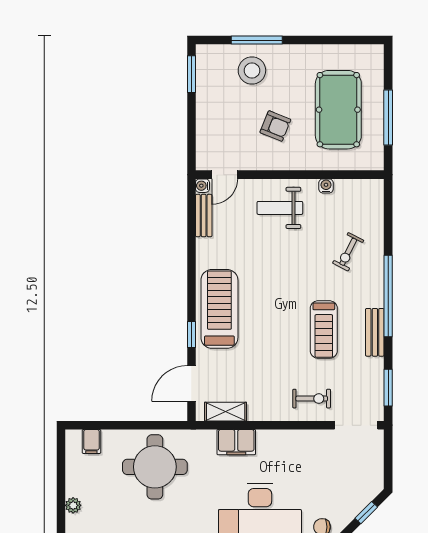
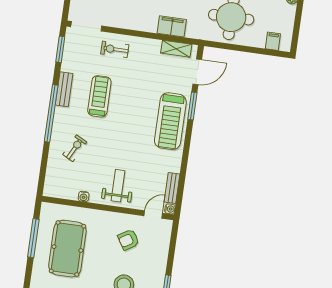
armchair: (275, 126) -> (128, 240), moved, turned -54
weight bench: (280, 208) -> (118, 186), turned -90
window: (191, 335) -> (192, 106), width x1.50

